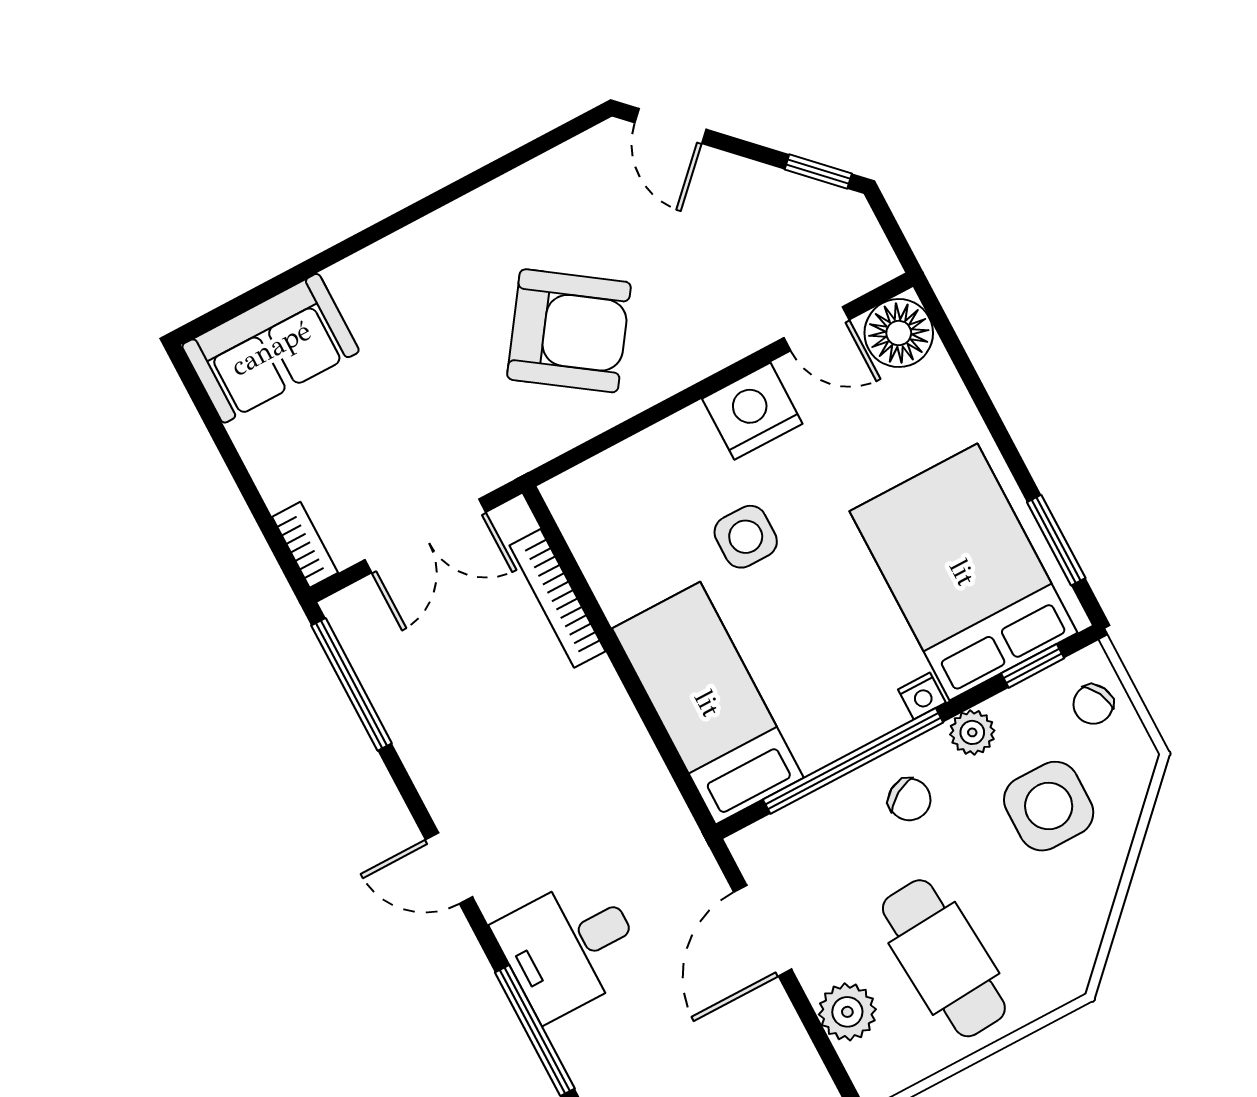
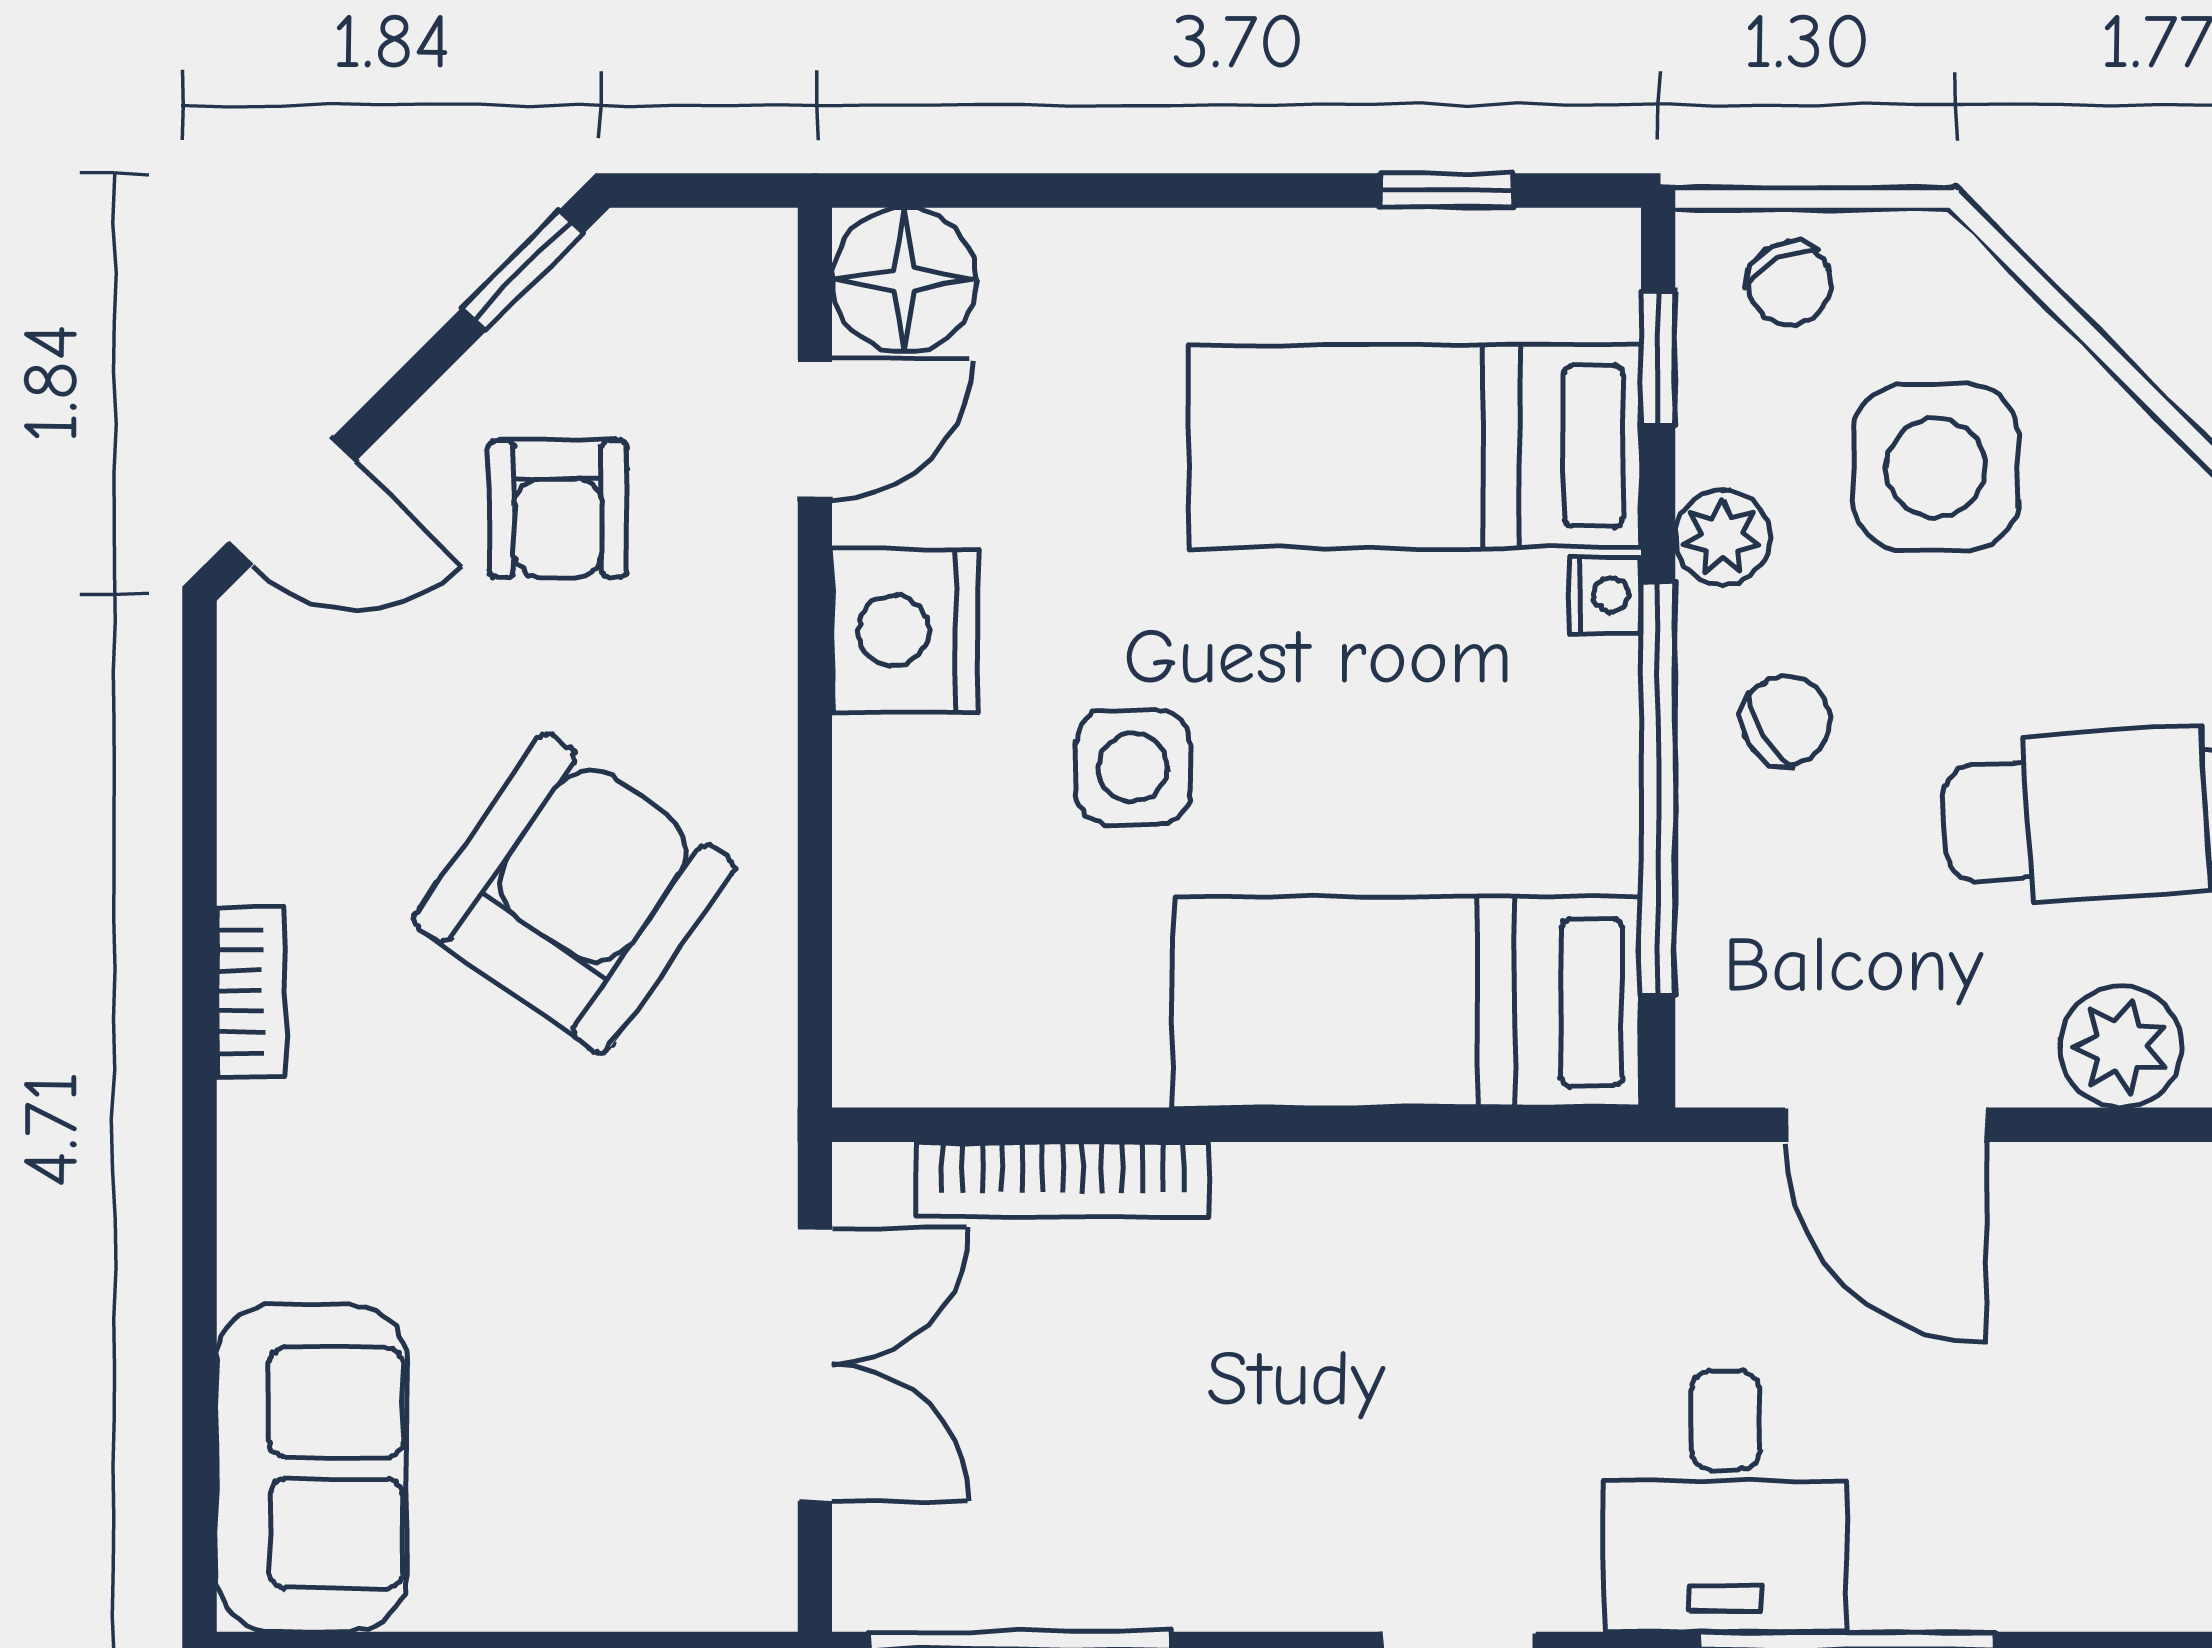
armchair: (726, 239) -> (558, 509), added
window: (1056, 540) -> (1447, 190), width x0.67
bookcase: (305, 545) -> (251, 992), moved, turned 90
bed: (963, 572) -> (1415, 446), width x0.67

